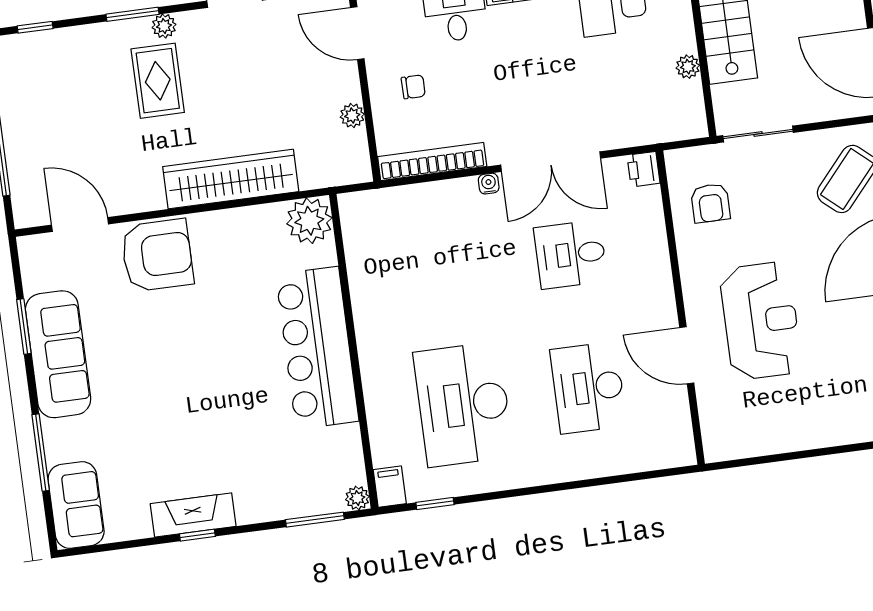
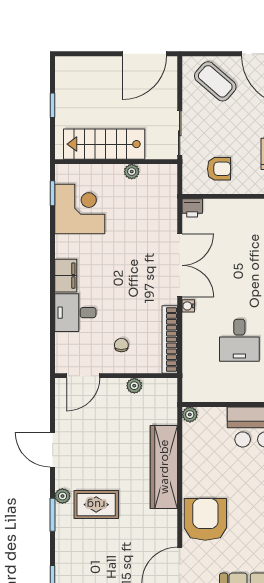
plant: (309, 221) -> (190, 415), width x0.53, depth x0.53
desk: (571, 254) -> (239, 340), moved

